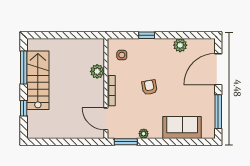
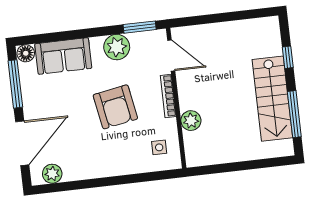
window: (147, 35) -> (128, 179), removed
plant: (180, 45) -> (52, 174), moved
armchair: (149, 87) -> (115, 107), width x1.88, depth x1.88
floor lamp: (208, 132) -> (26, 53), added
plant: (144, 134) -> (117, 47), width x1.88, depth x1.88

